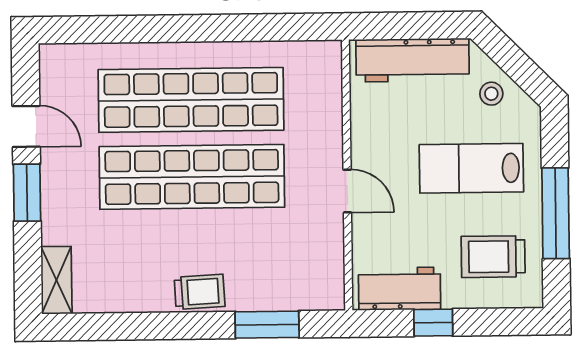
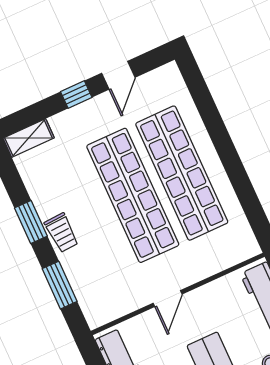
window: (27, 193) -> (76, 94), width x0.67
window: (168, 326) -> (31, 222), added

